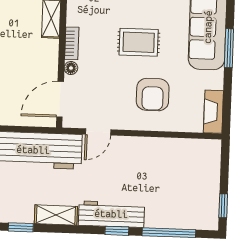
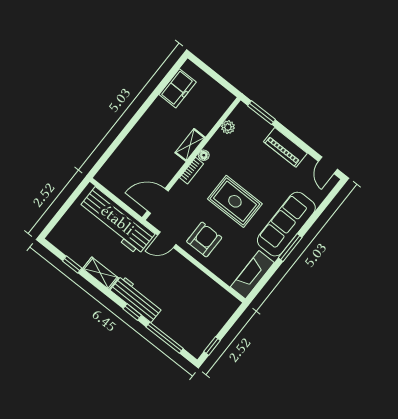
rug: (139, 42) -> (235, 201), width x1.36, depth x1.43
floor lamp: (71, 68) -> (204, 155), moved
armchair: (153, 95) -> (204, 240), moved, turned 180
fireplace: (213, 112) -> (252, 275), width x1.37, depth x1.32

